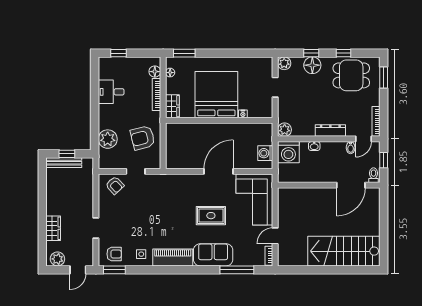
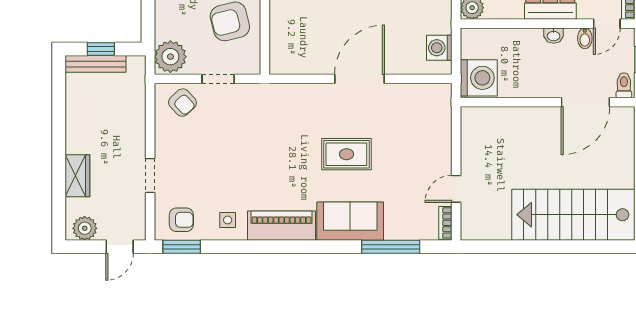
plant: (108, 139) -> (170, 57), moved
washbasin: (314, 146) -> (554, 36), moved
washing machine: (288, 152) -> (479, 78), moved, turned -90
corner sofa: (254, 199) -> (421, 127), removed

